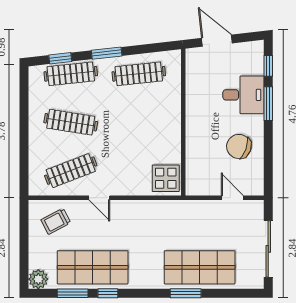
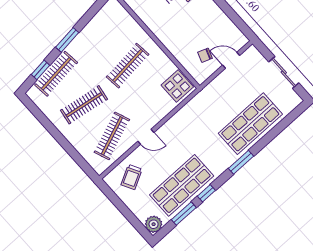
clothes rail: (139, 74) -> (128, 66), moved
chair: (239, 146) -> (205, 55), moved, width x0.54, depth x0.54
sliding door: (268, 249) -> (284, 72), width x0.73
window: (186, 293) -> (241, 162), moved

